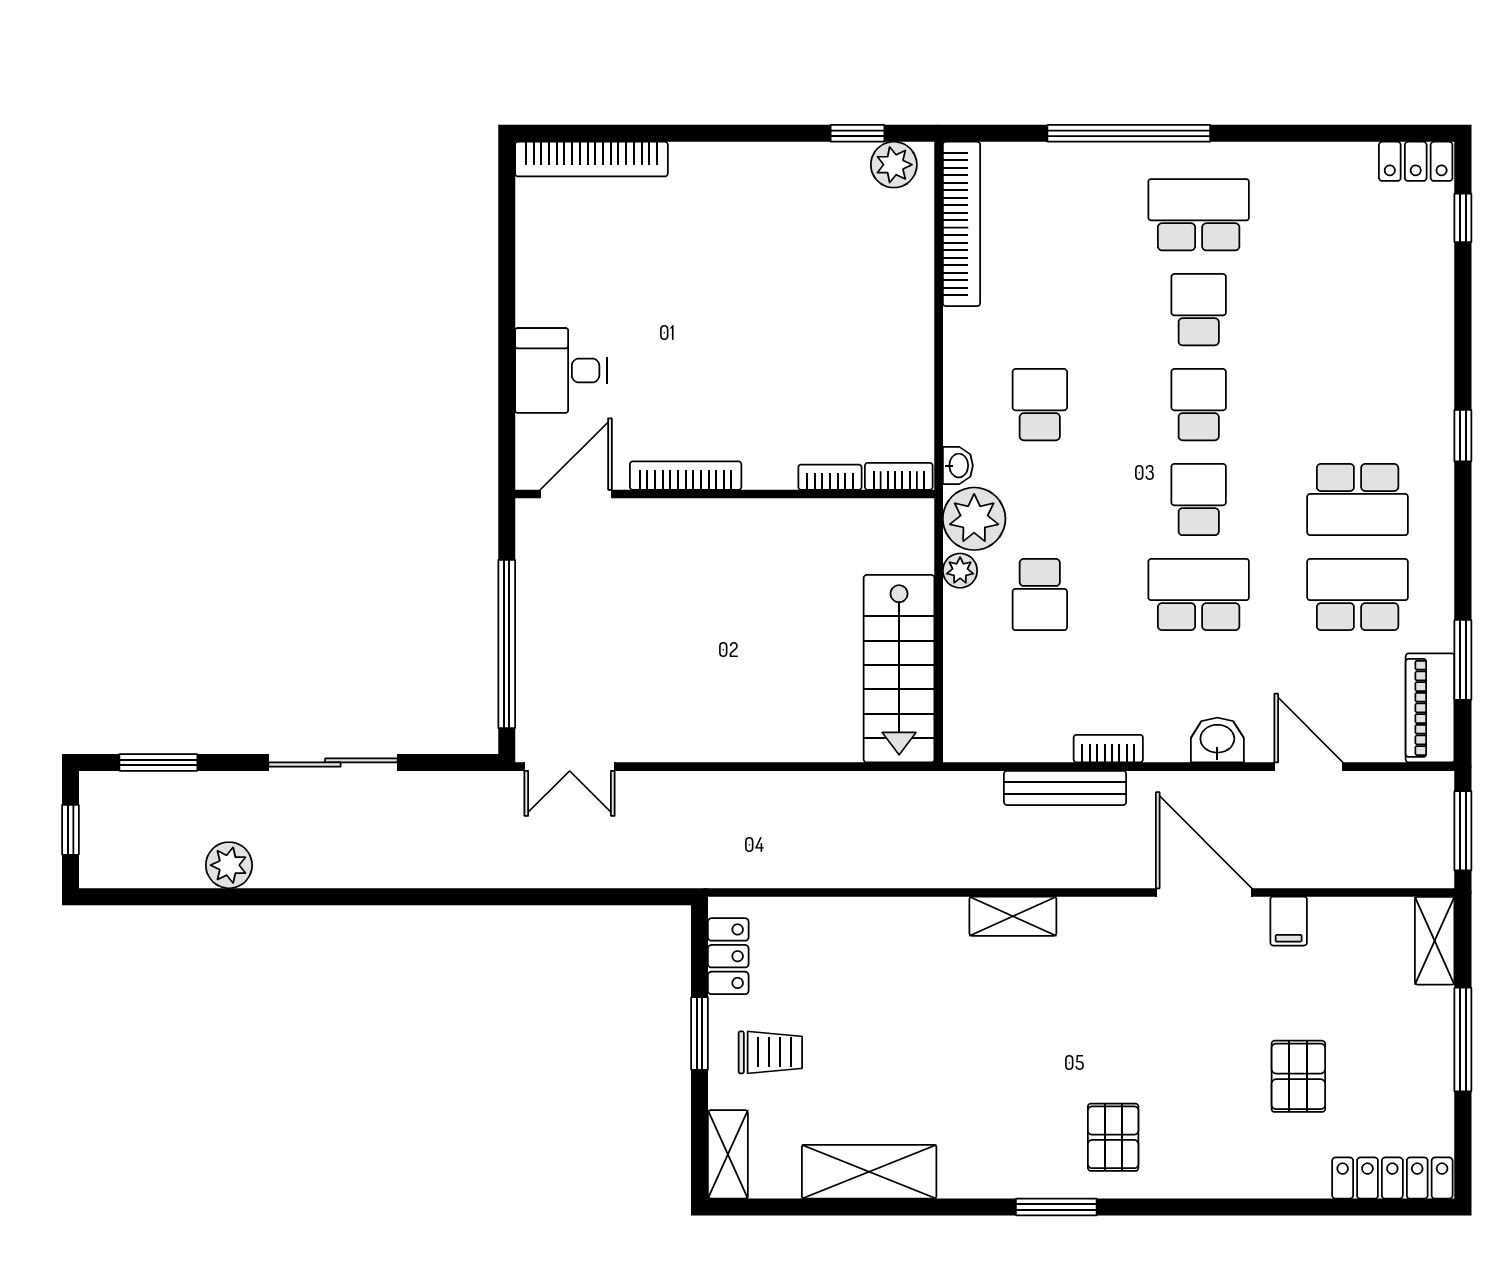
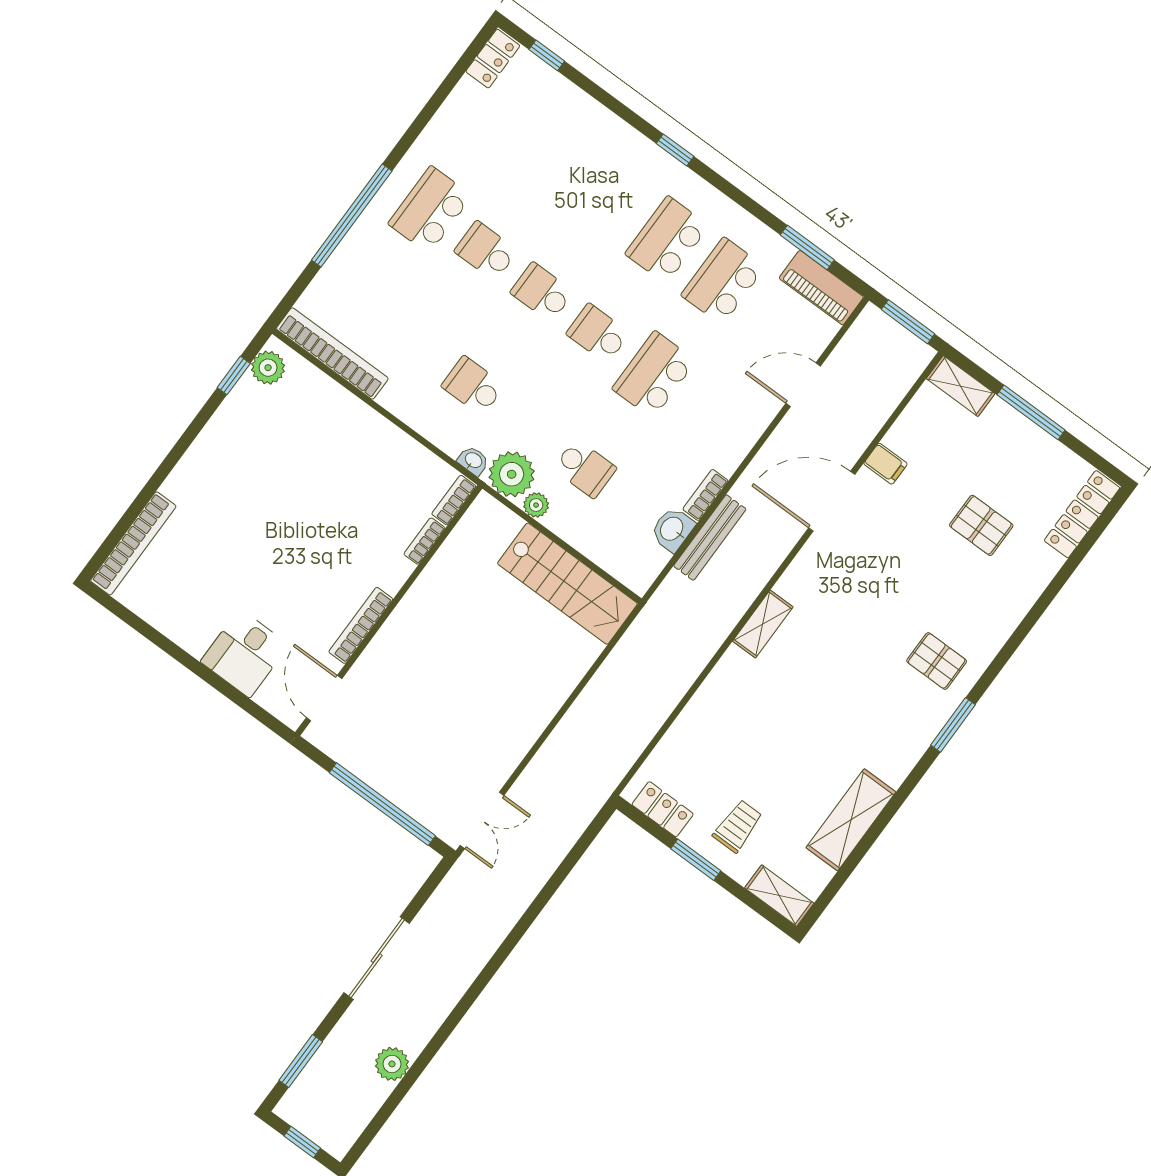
school desk: (1358, 500) -> (667, 240), turned 180
washbasin: (1217, 740) -> (672, 529), moved

